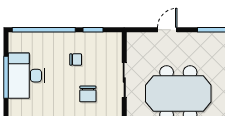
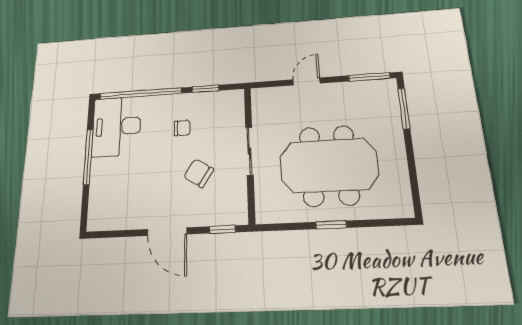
desk: (26, 76) -> (117, 126), moved
chair: (88, 94) -> (199, 173), turned 123

